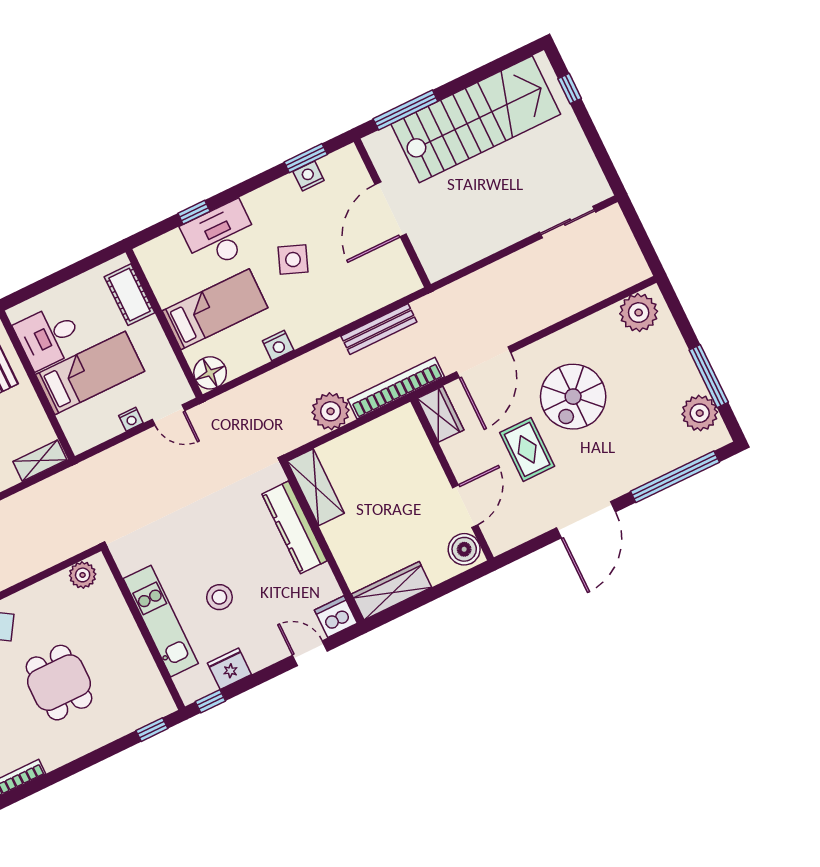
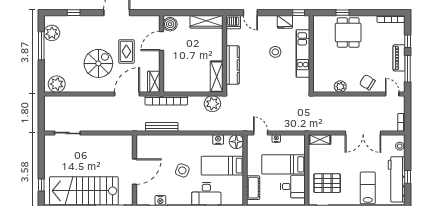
nightstand: (278, 346) -> (218, 140), moved
plant: (331, 411) -> (212, 104), moved
window: (675, 477) -> (74, 13), width x0.32
plant: (83, 575) -> (340, 87), moved
dining table: (59, 683) -> (348, 32), moved
window: (152, 730) -> (343, 13), moved

